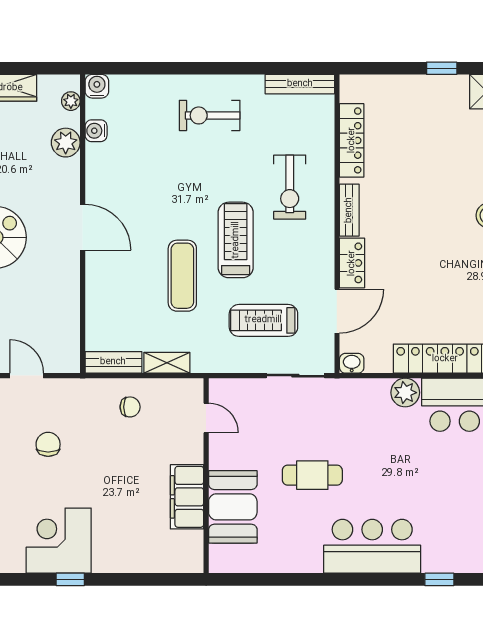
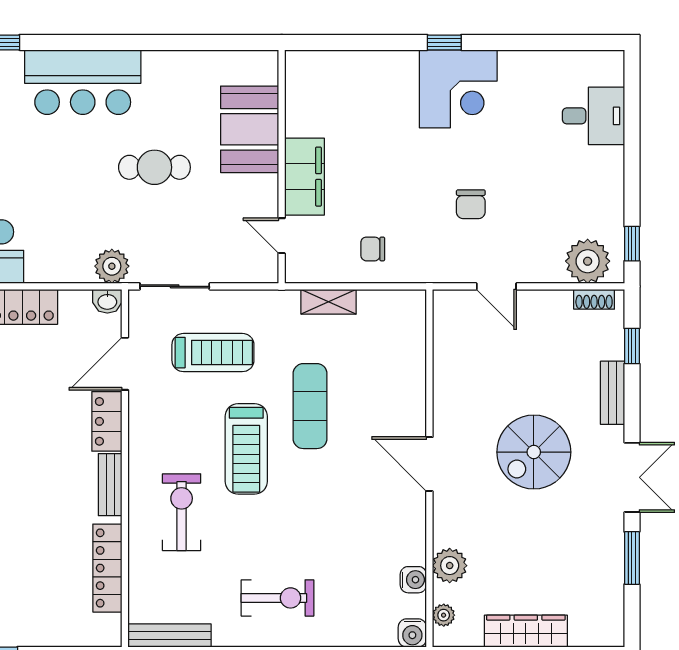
bench: (113, 362) -> (393, 302), removed
plant: (405, 393) -> (112, 266), moved
filing cabinet: (187, 497) -> (305, 177), moved

